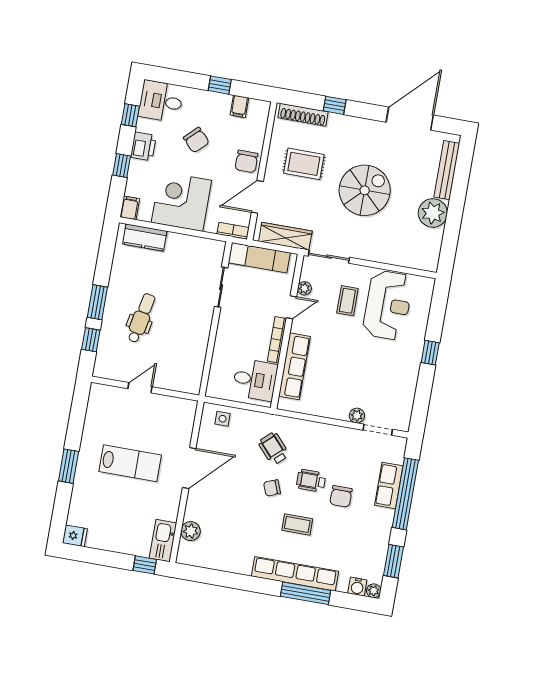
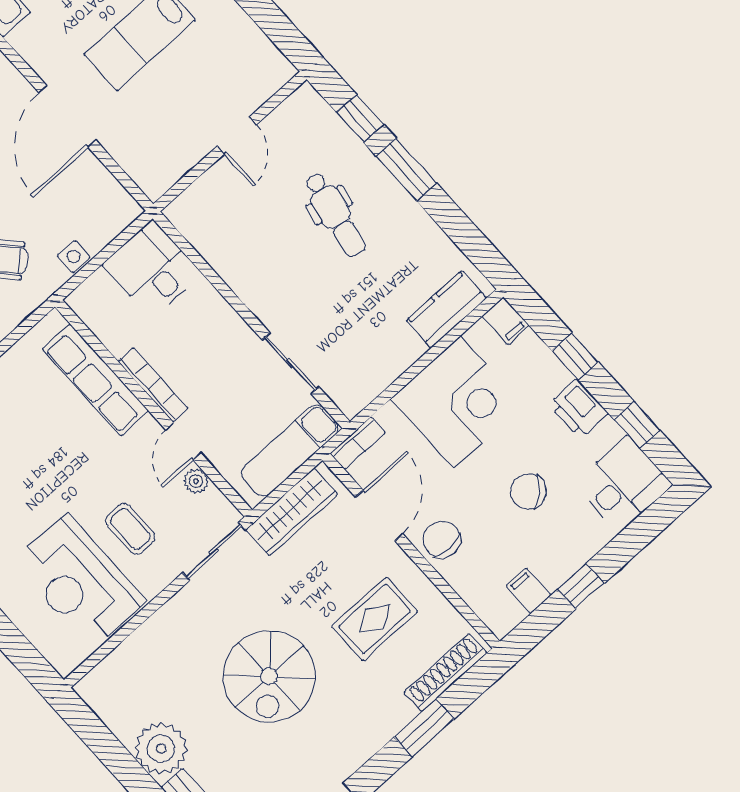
window: (335, 105) -> (424, 728), width x1.50
desk: (255, 380) -> (152, 269), moved, turned 90
side table: (223, 419) -> (74, 257), moved

